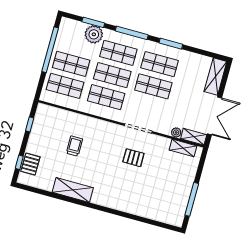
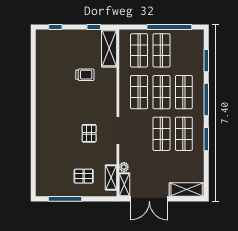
plant: (94, 34) -> (195, 64), removed
pallet: (30, 164) -> (84, 176), moved
shelving: (73, 190) -> (109, 48), moved

